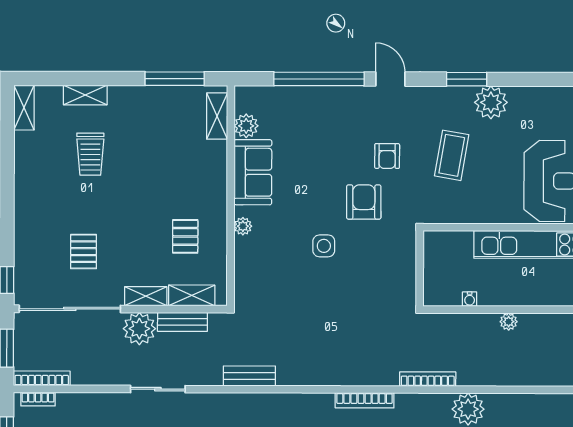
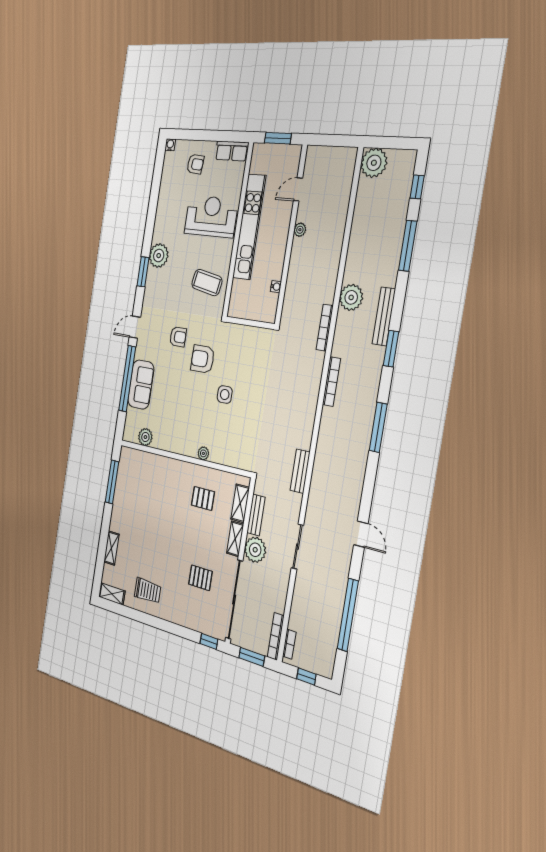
shelving: (217, 116) -> (137, 457), removed
trolley: (90, 154) -> (148, 591), moved
coffee table: (452, 155) -> (207, 282), moved
sofa: (253, 172) -> (141, 385), moved, turned 90
plant: (509, 322) -> (300, 230), moved

